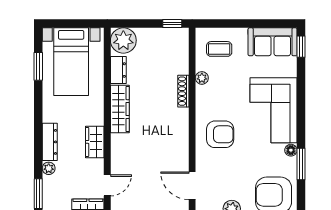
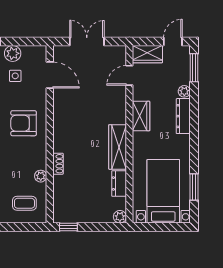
plant: (123, 40) -> (120, 217), width x0.53, depth x0.53
shoe rack: (183, 91) -> (58, 164), width x0.70
side table: (229, 185) -> (15, 76), added

